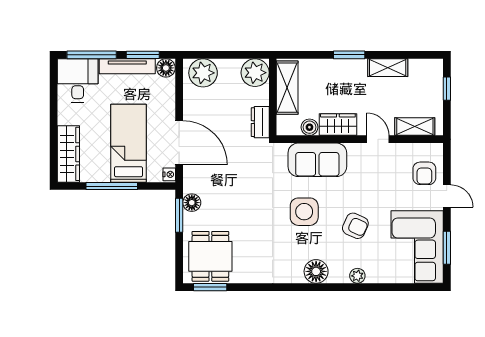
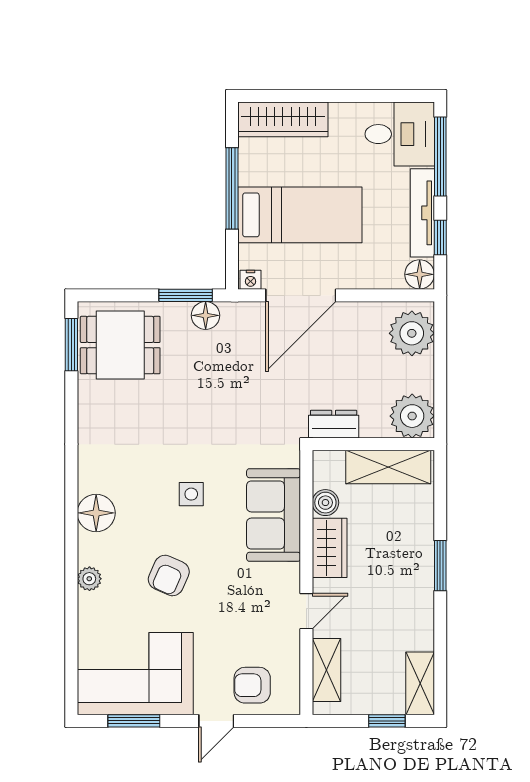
window: (143, 55) -> (440, 238), width x0.67
shelving: (388, 68) -> (420, 683), moved
side table: (304, 212) -> (191, 494), width x0.54, depth x0.54

